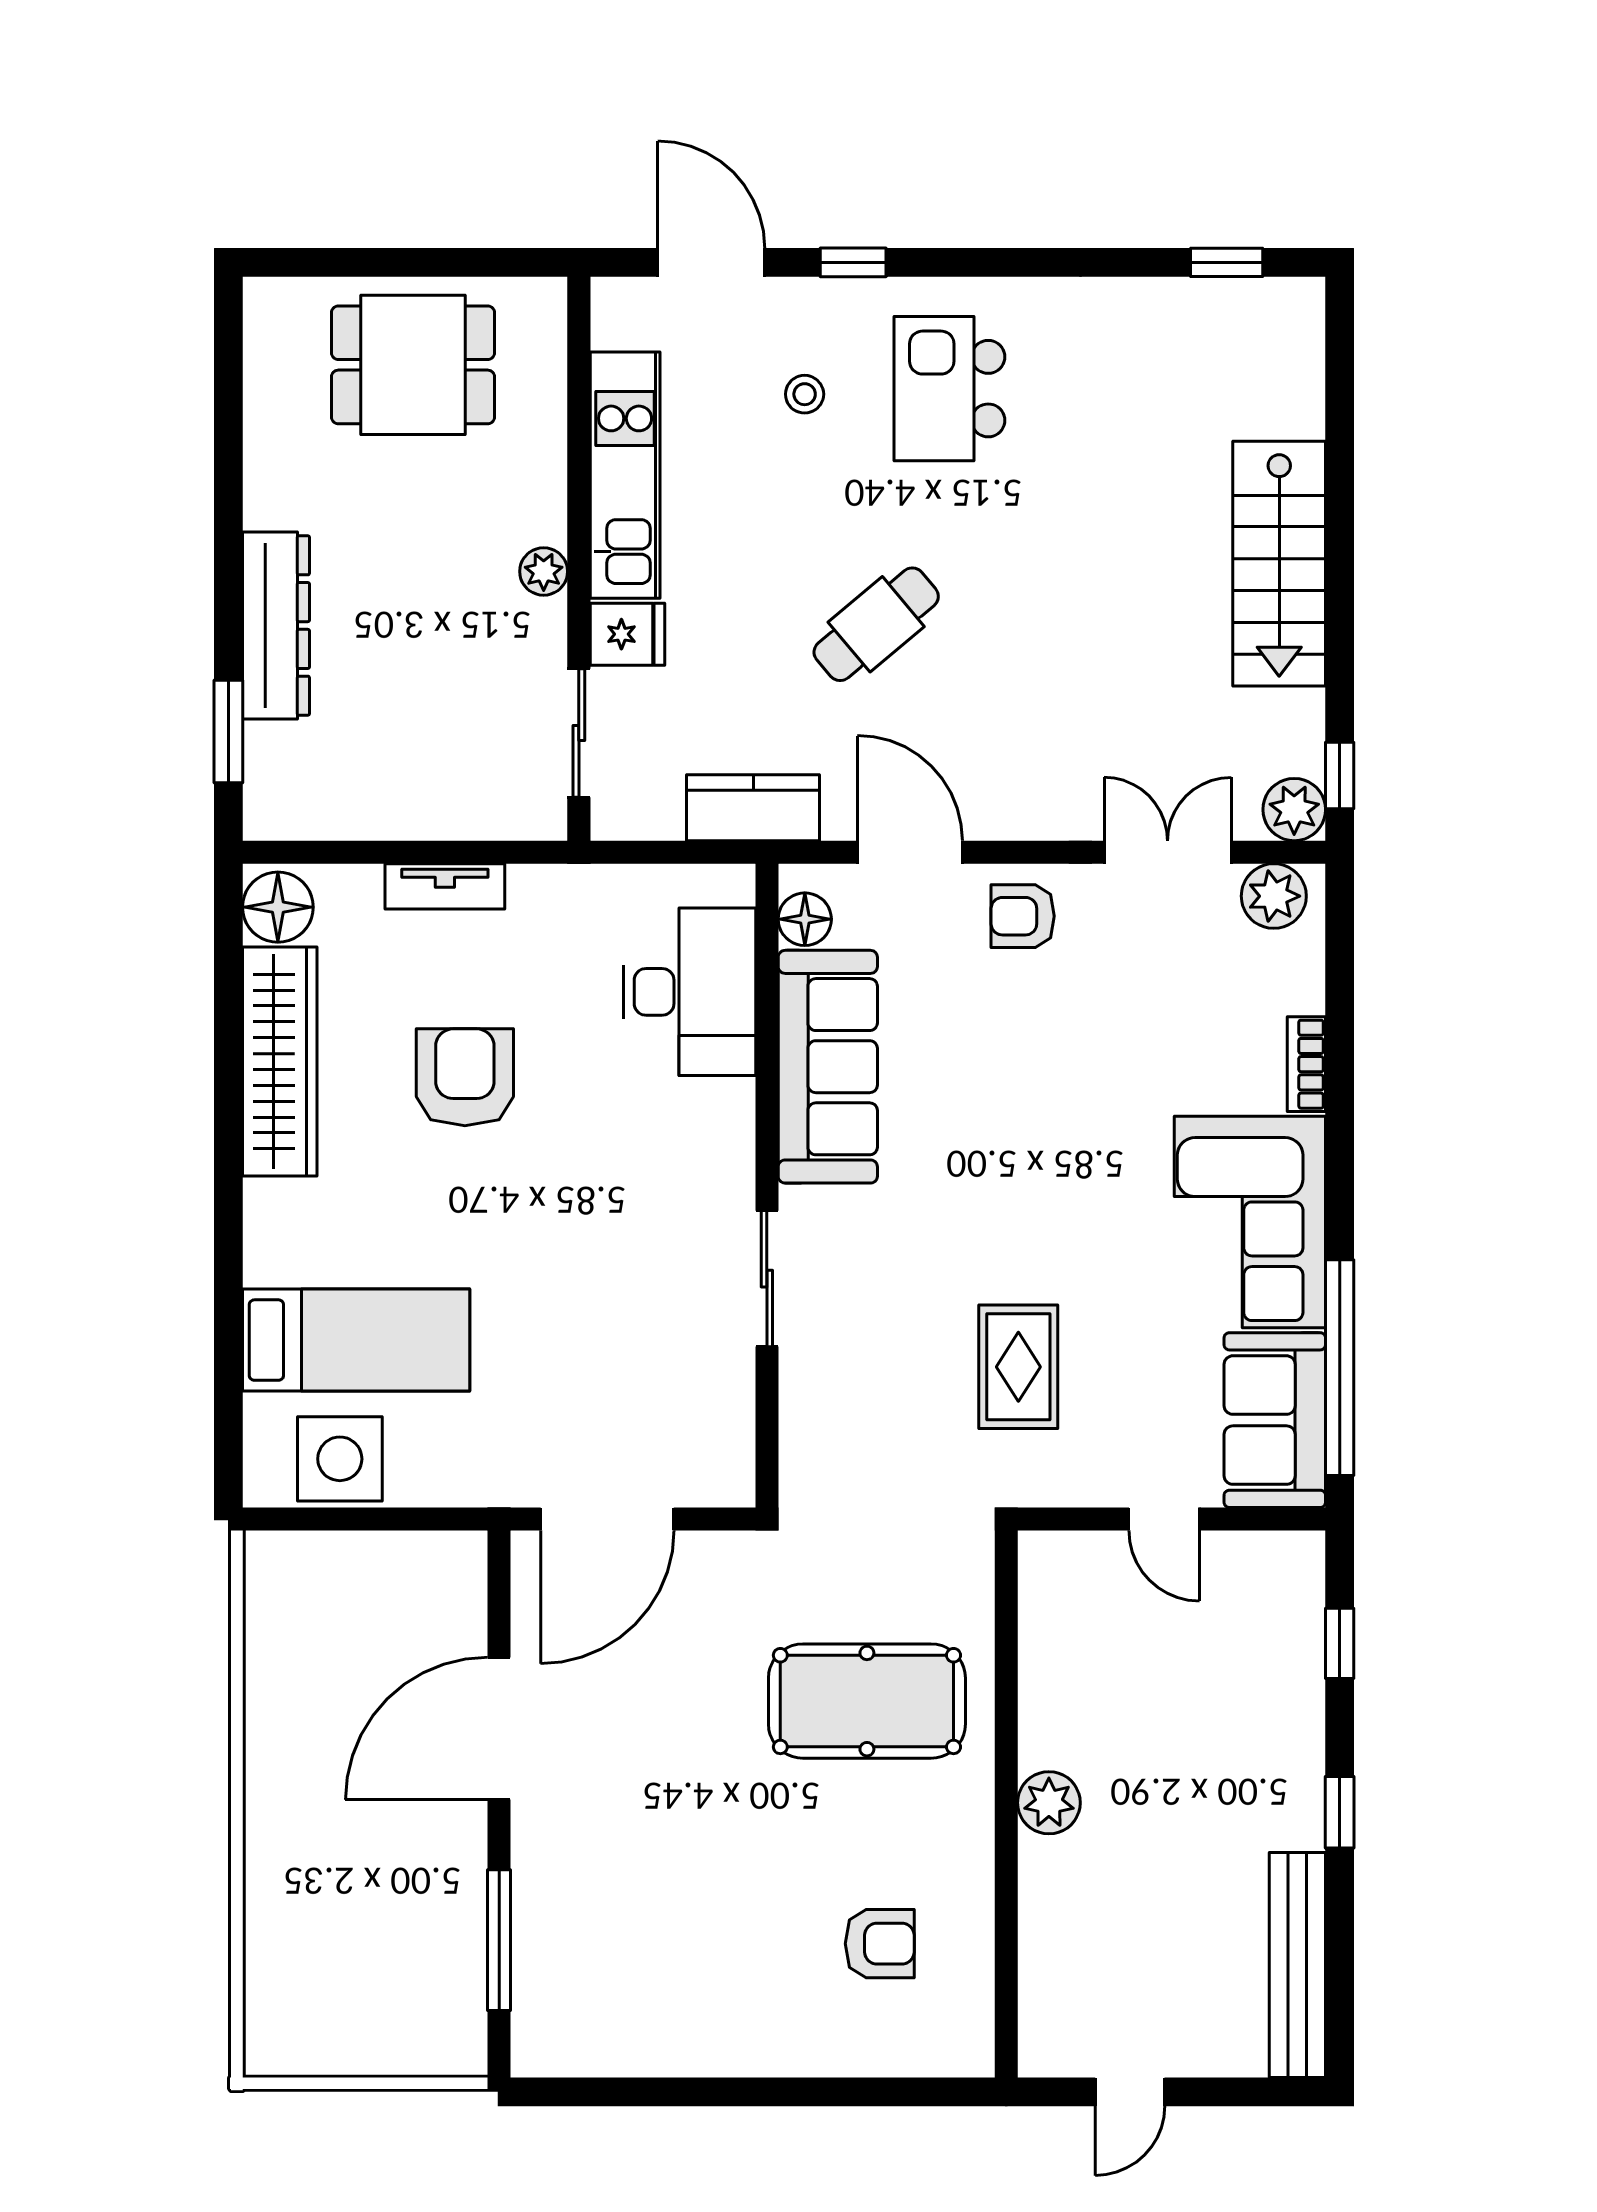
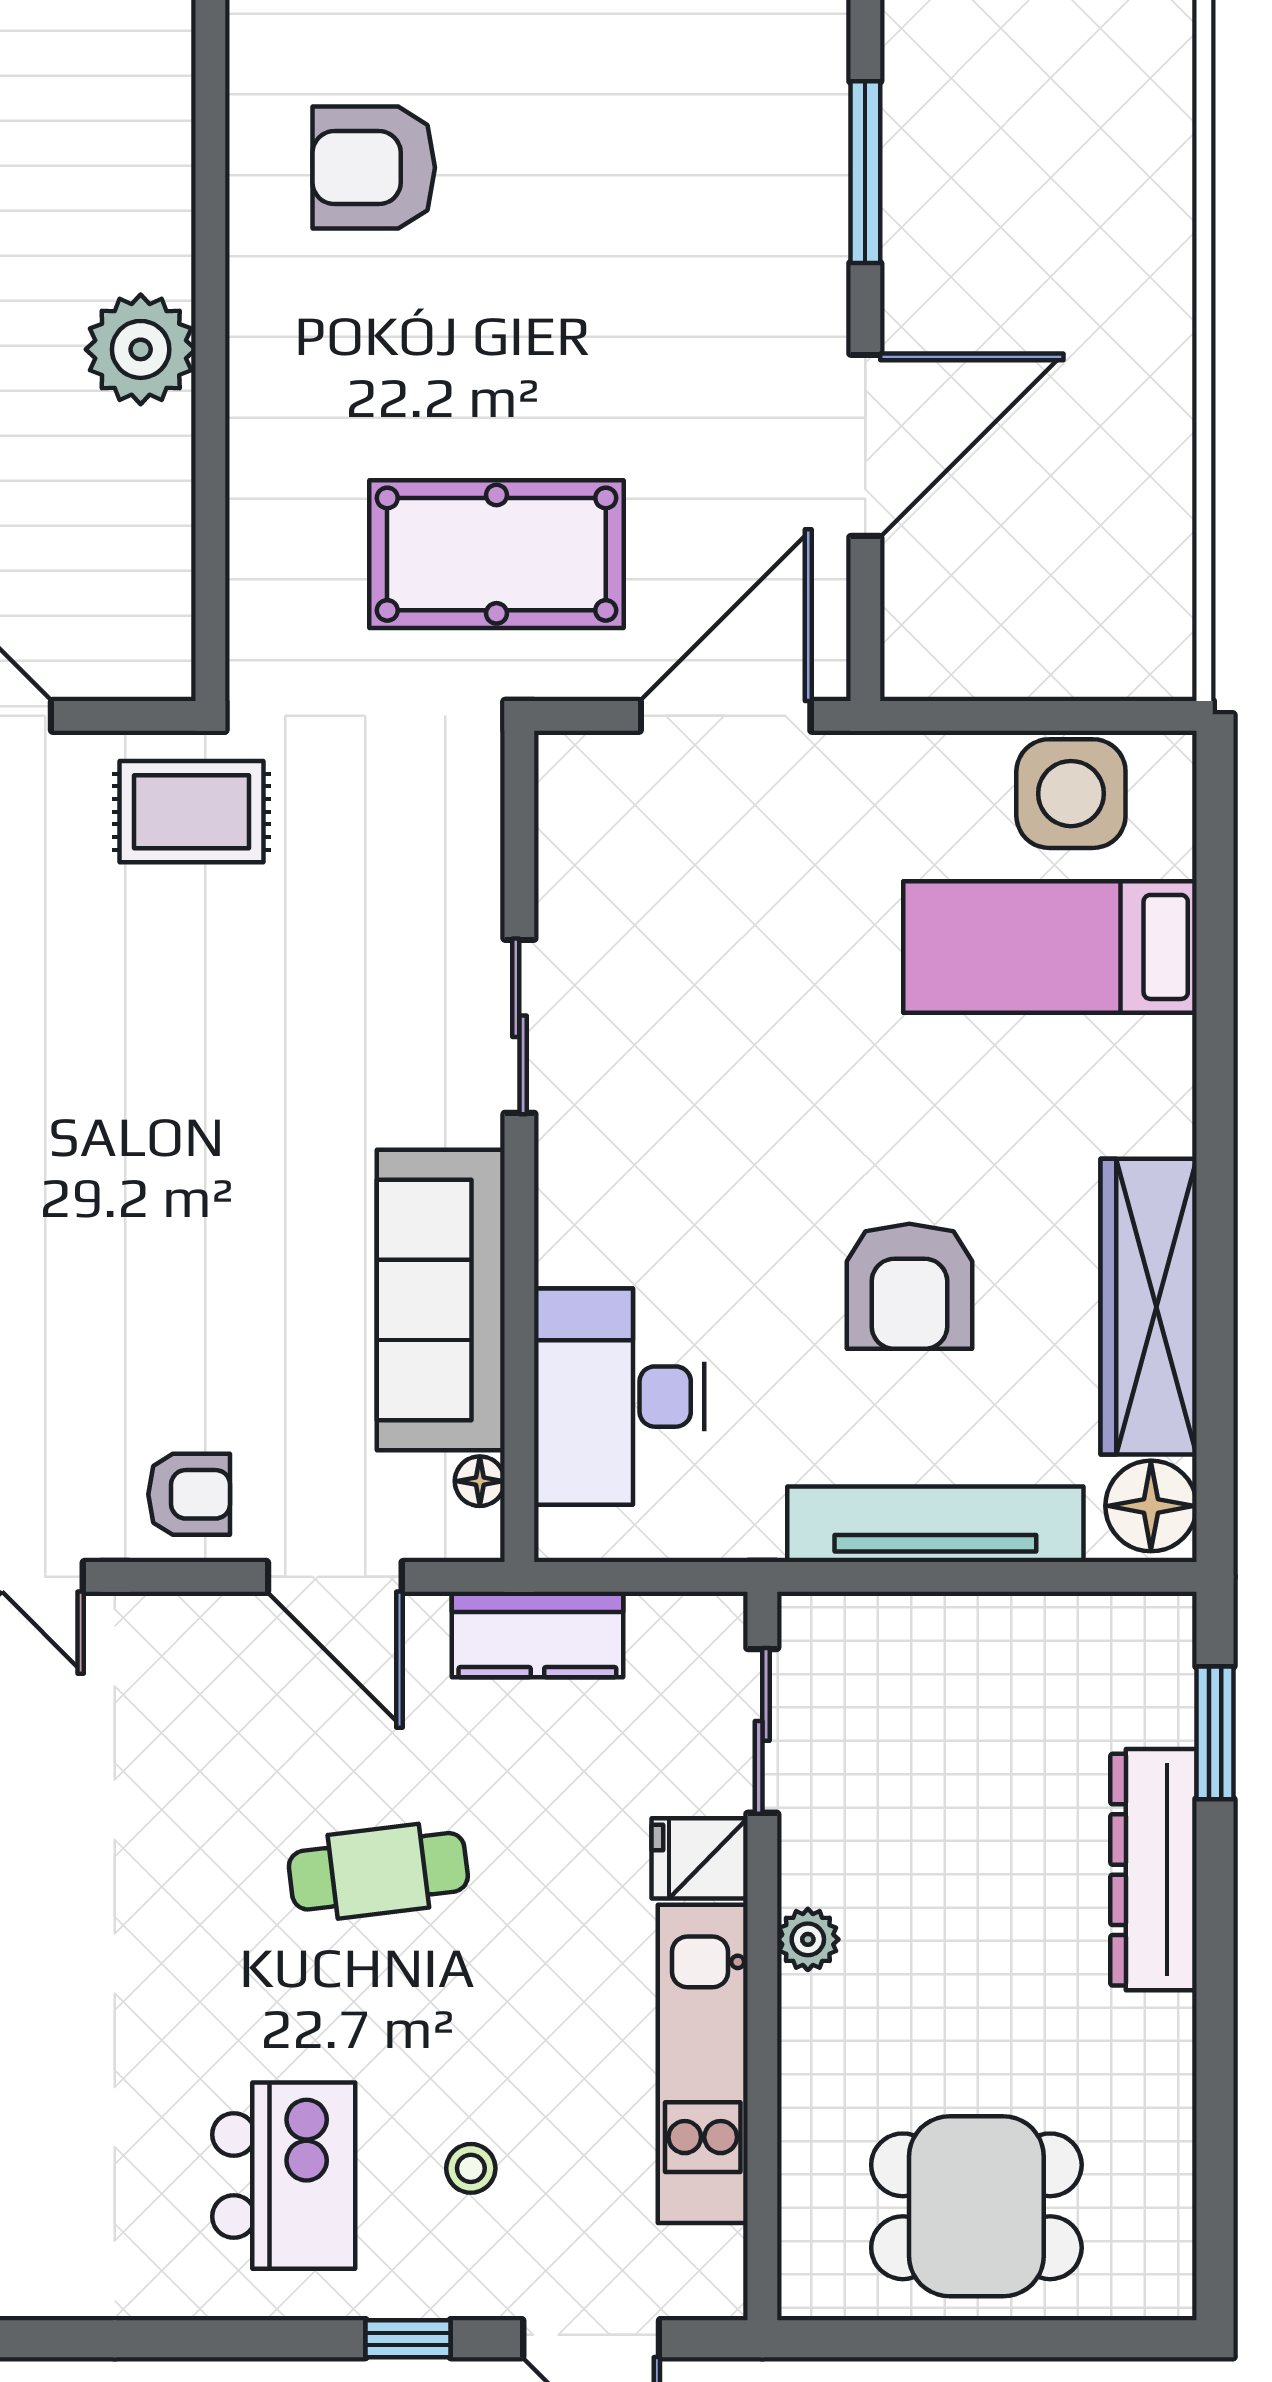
cafe table: (876, 624) -> (378, 1871), turned 33
tv unit: (445, 886) -> (935, 1524), width x1.92, depth x1.29
floor lamp: (805, 919) -> (480, 1481), width x0.73, depth x0.73
rug: (1018, 1367) -> (191, 812), moved, turned 90
pool table: (867, 1701) -> (496, 554), moved
plant: (1049, 1803) -> (141, 349), width x1.36, depth x1.36
armchair: (880, 1944) -> (374, 168), width x1.38, depth x1.38

